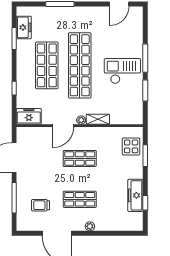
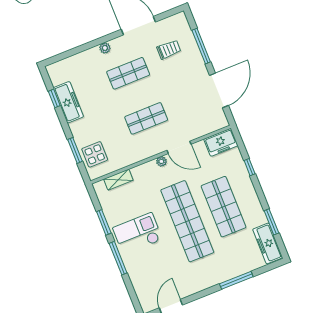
freezer: (24, 27) -> (268, 243), width x1.40
checkout: (122, 71) -> (138, 234), turned 180
shelving: (98, 119) -> (118, 180), moved
door: (63, 126) -> (179, 147), swing flipped

